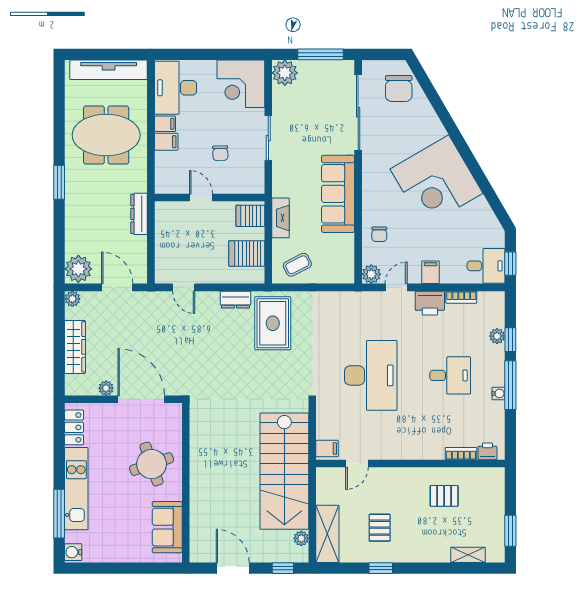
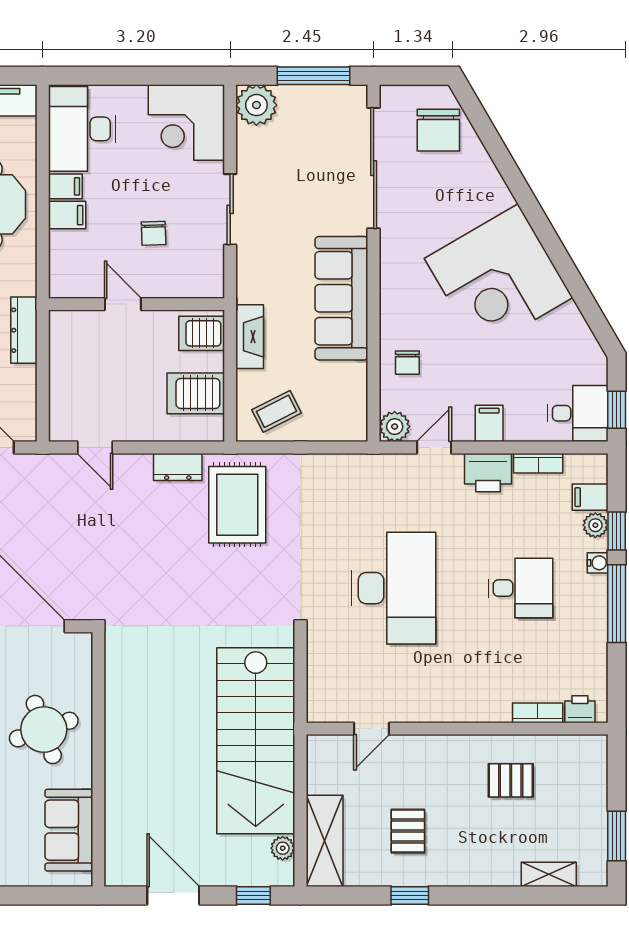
water cooler: (498, 393) -> (598, 563), moved
filing cabinet: (327, 449) -> (590, 497), moved, turned 180

